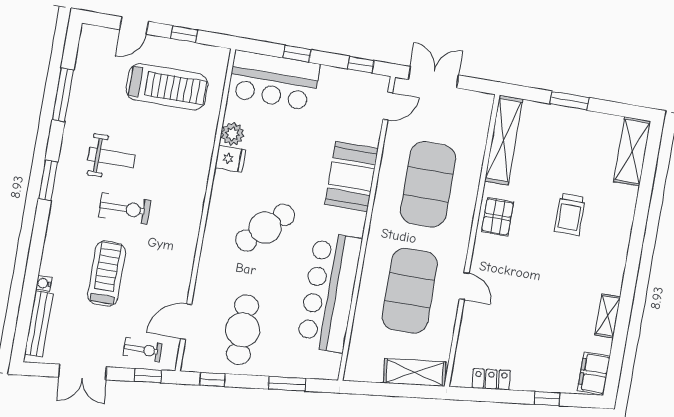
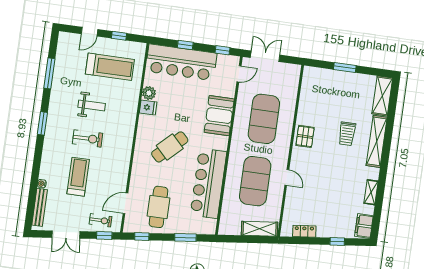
bar counter: (274, 80) -> (181, 62), width x1.36
shelving: (504, 140) -> (377, 141), moved
weight bench: (111, 158) -> (92, 105), moved

